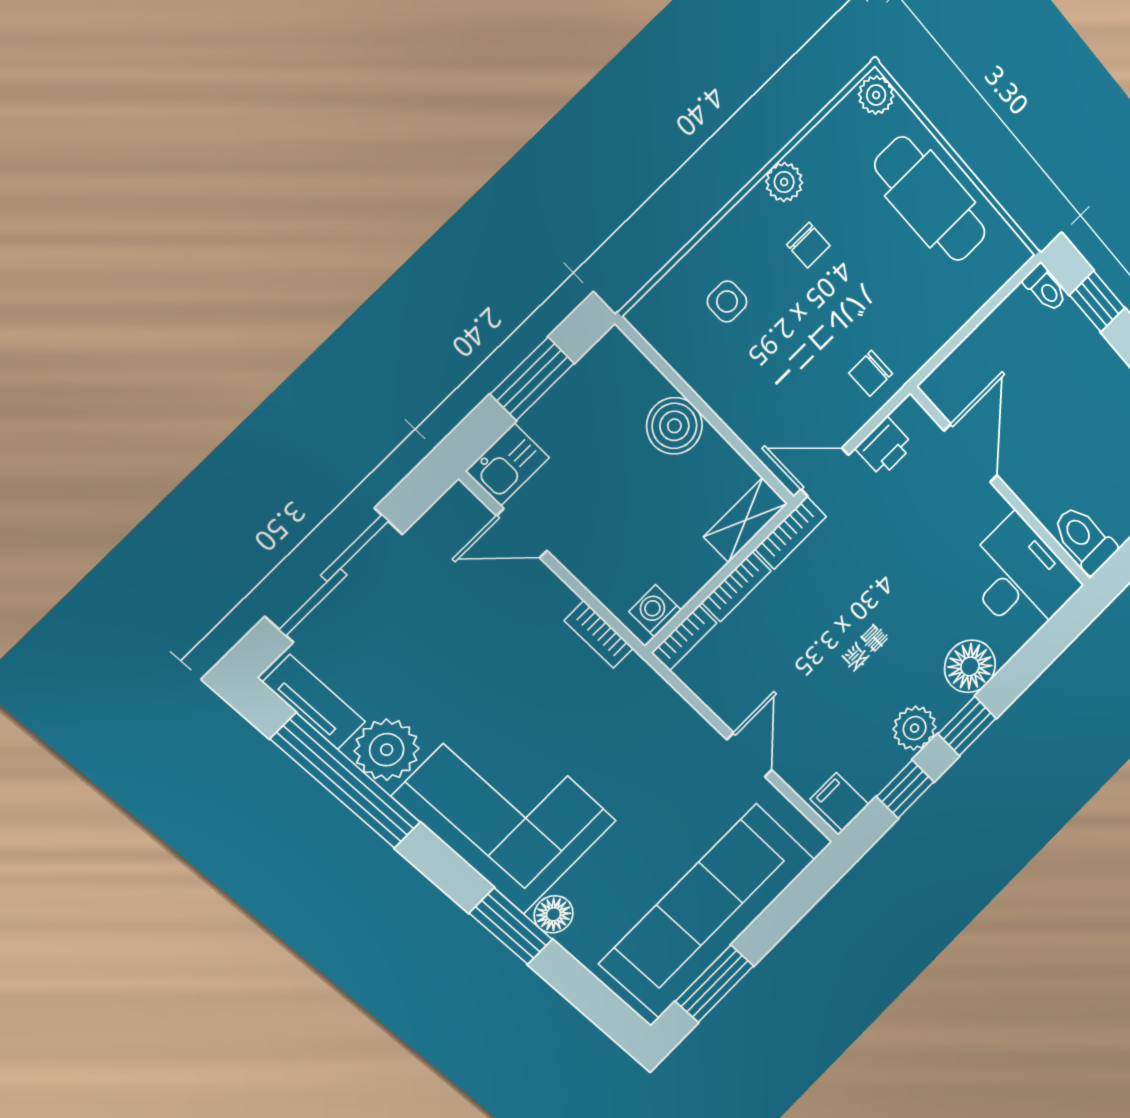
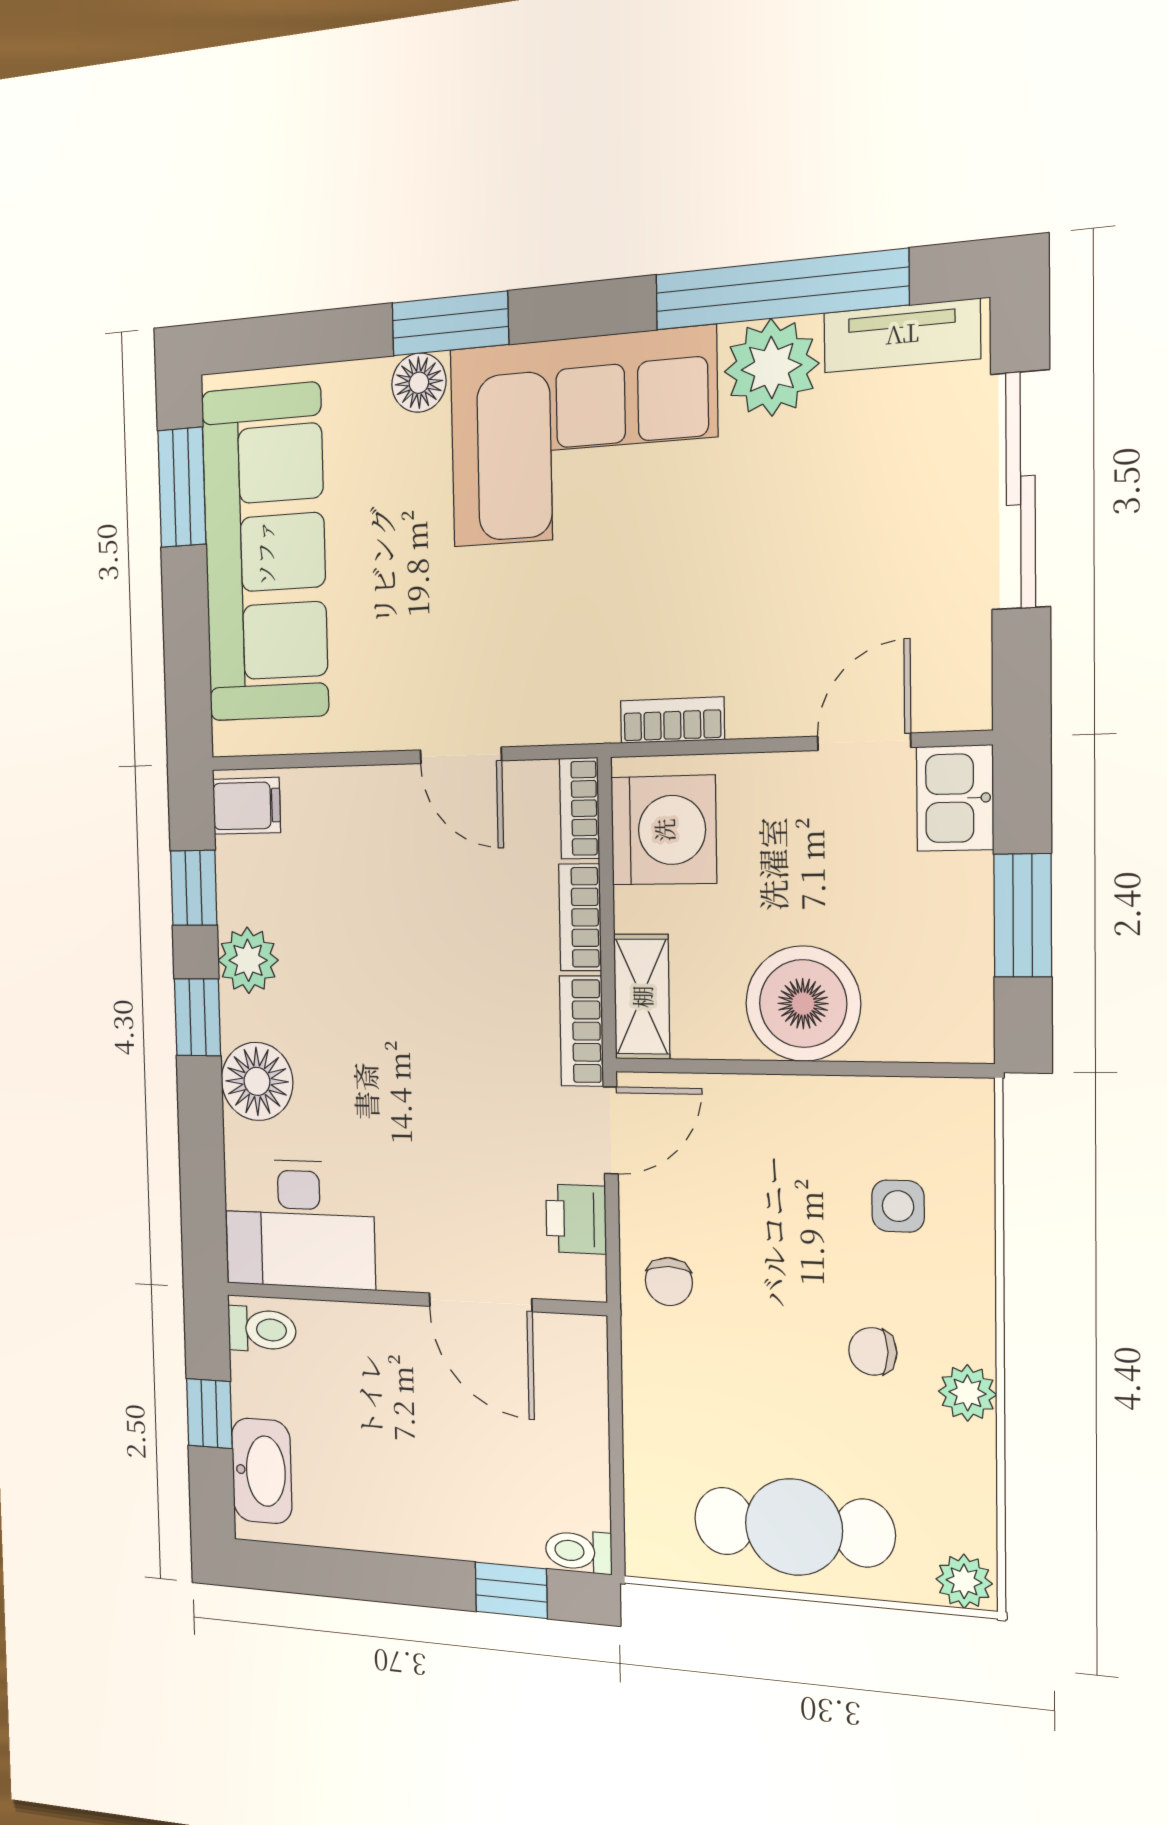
chair: (871, 373) -> (669, 1282), turned 180
boiler: (674, 426) -> (803, 1004), width x1.37, depth x1.37
toilet: (1084, 539) -> (262, 1329), width x0.73, depth x0.72
washing machine: (655, 611) -> (664, 830), width x1.89, depth x1.89
door: (749, 755) -> (461, 755), moved

